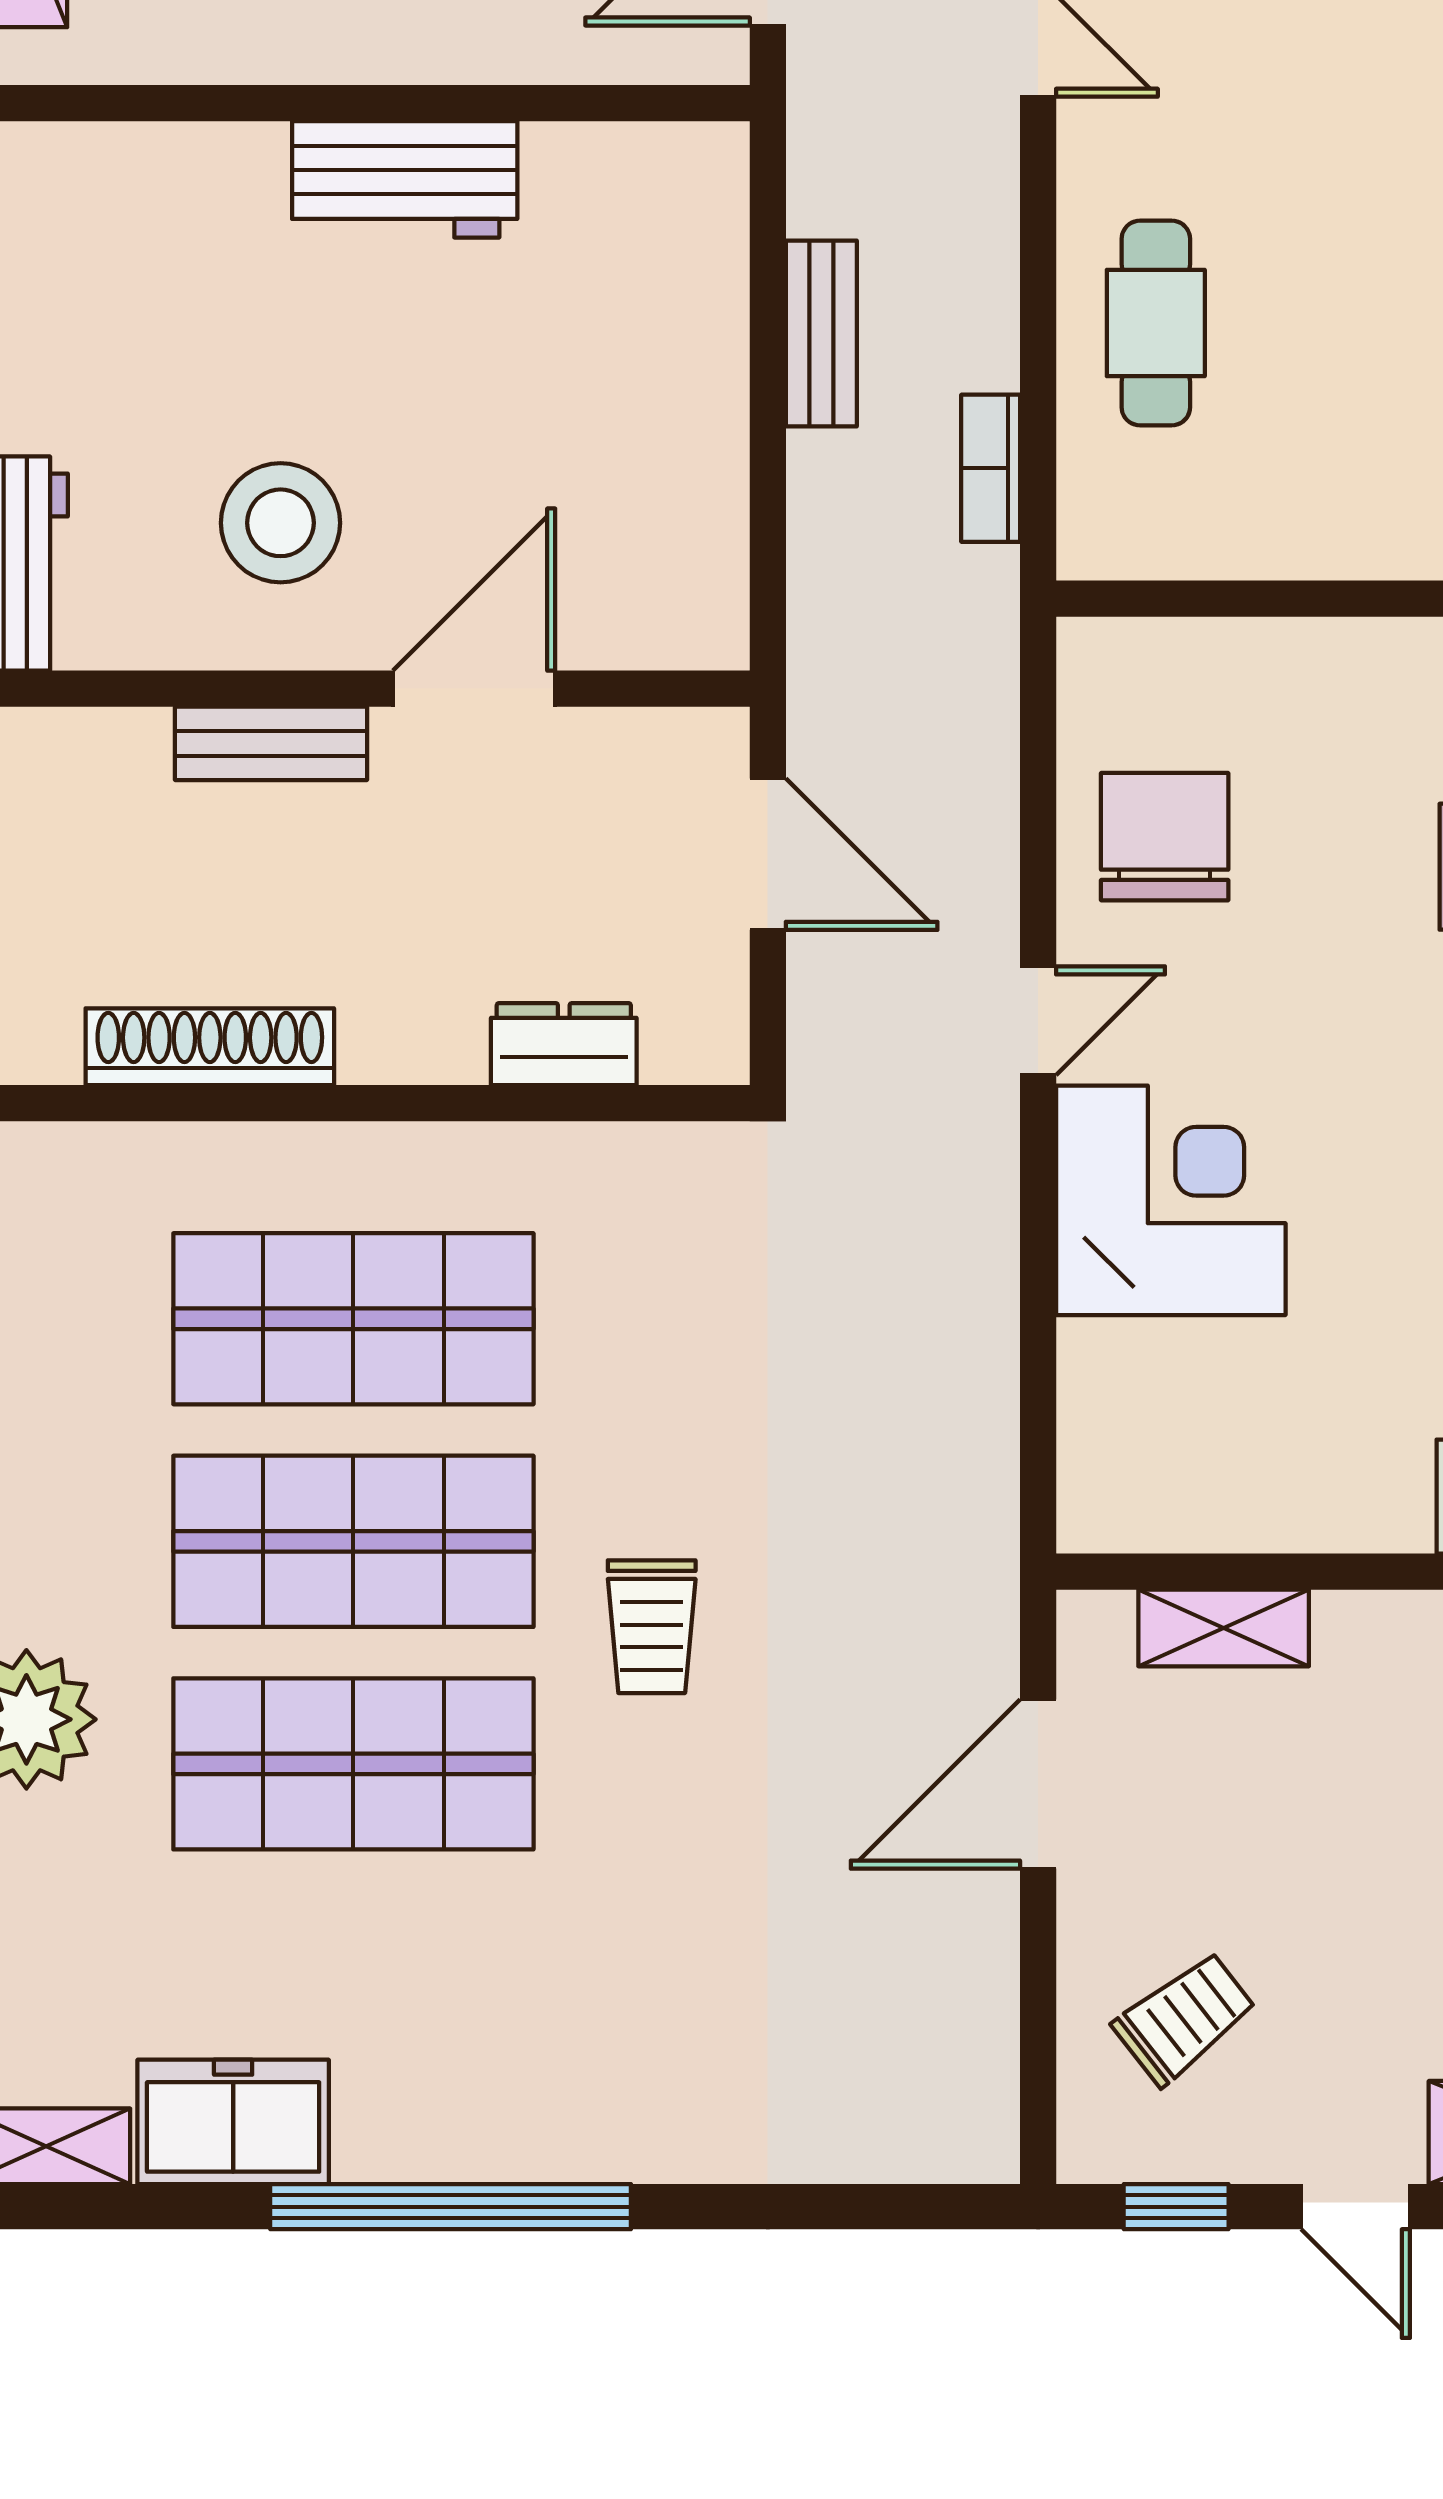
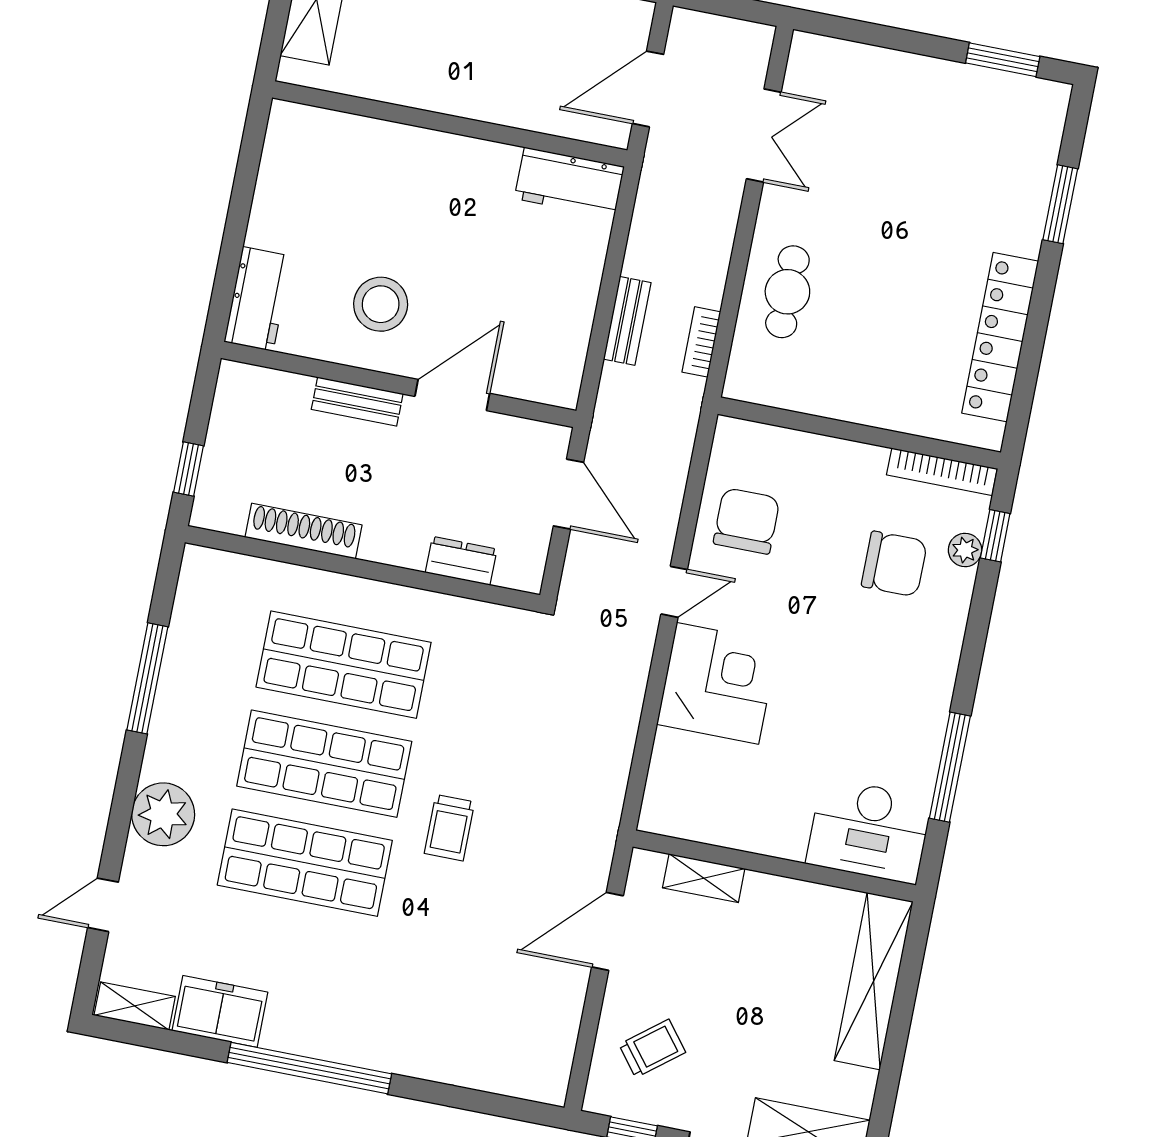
workbench: (405, 179) -> (569, 183), moved
bench: (821, 333) -> (627, 321), moved

